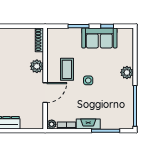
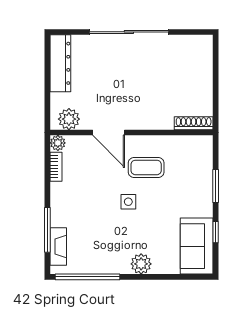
sofa: (99, 38) -> (197, 246), moved
plant: (37, 66) -> (69, 119), moved
fireplace: (88, 124) -> (58, 246), moved

